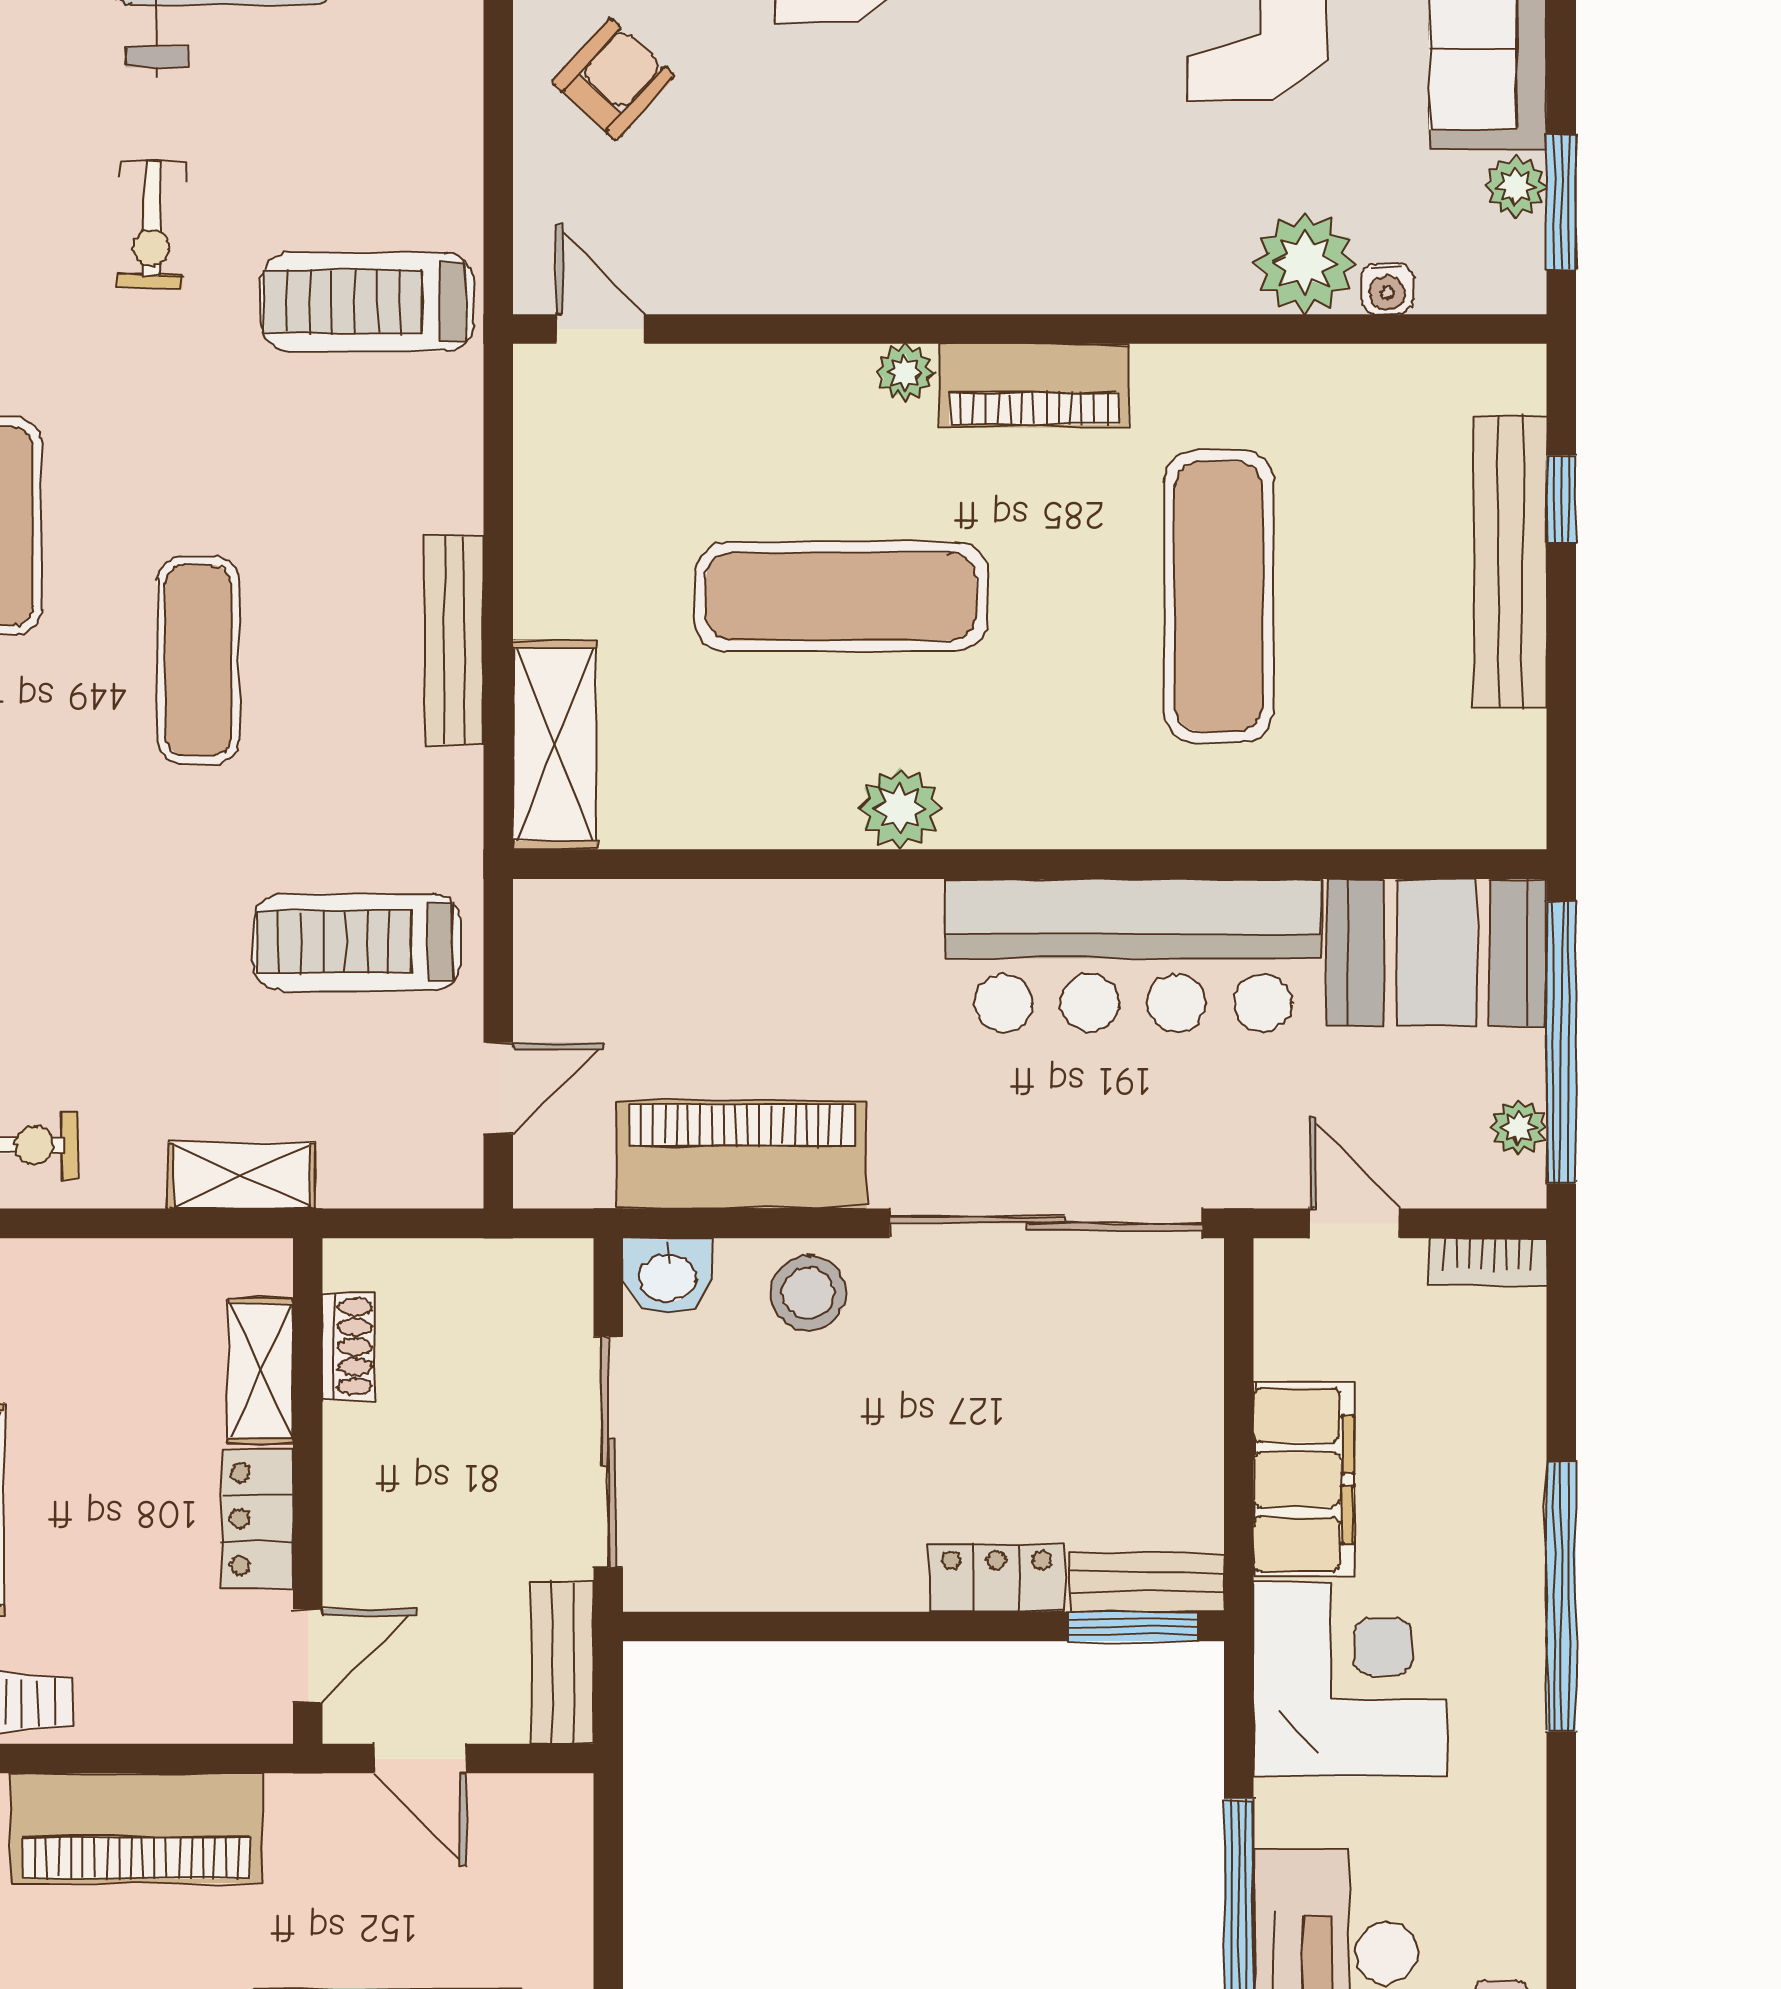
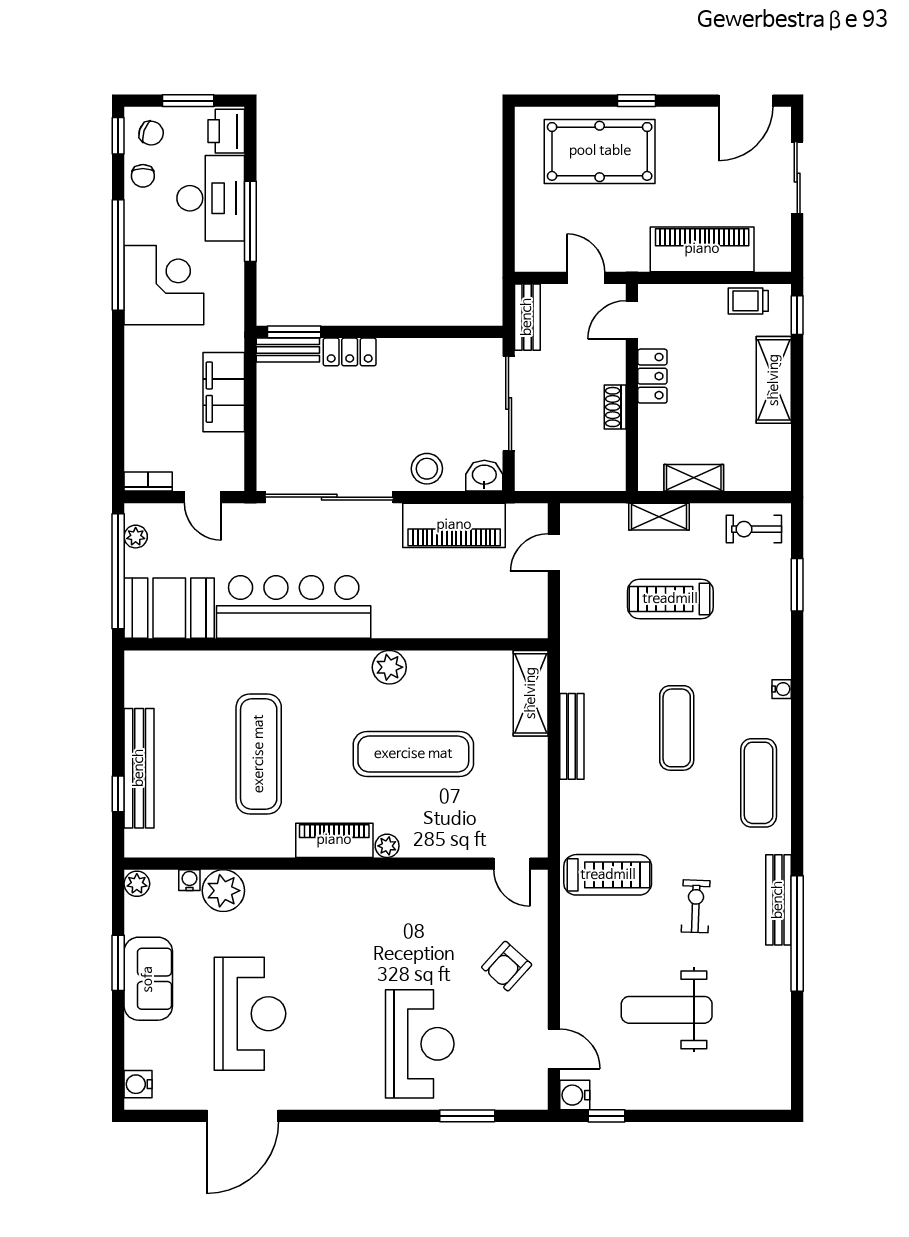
plant: (1516, 187) -> (137, 884), moved
window: (1561, 202) -> (118, 963), moved
treadmill: (357, 942) -> (670, 599), moved, turned 180
shoe rack: (349, 1347) -> (615, 407), moved
shelving: (260, 1371) -> (694, 478), moved, turned 90
window: (1561, 1597) -> (118, 255), moved
corner desk: (1350, 1679) -> (164, 285), moved, turned 180

